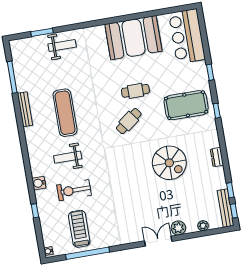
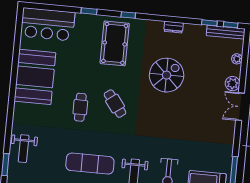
weight bench: (62, 45) -> (24, 149), turned 180
cafe table: (135, 91) -> (80, 107), moved

